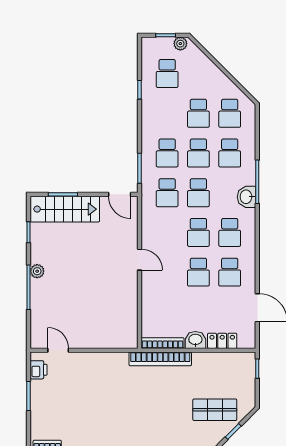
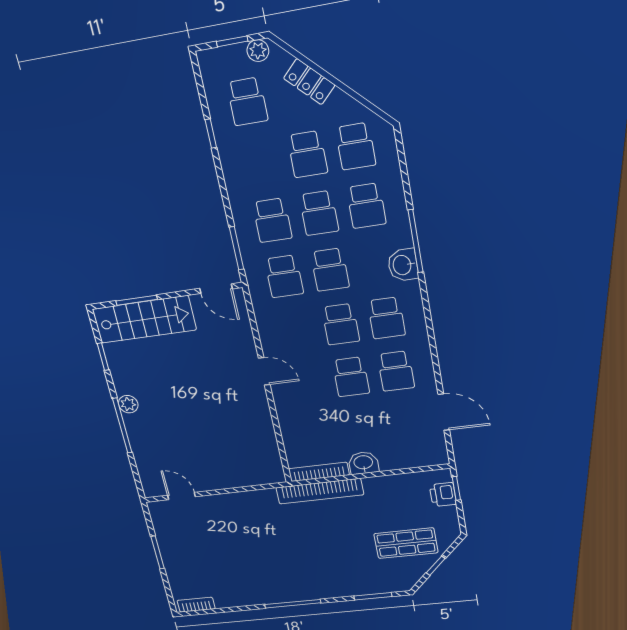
locker: (222, 341) -> (309, 82), moved, turned -135
printer: (39, 370) -> (443, 495), moved, turned 180

